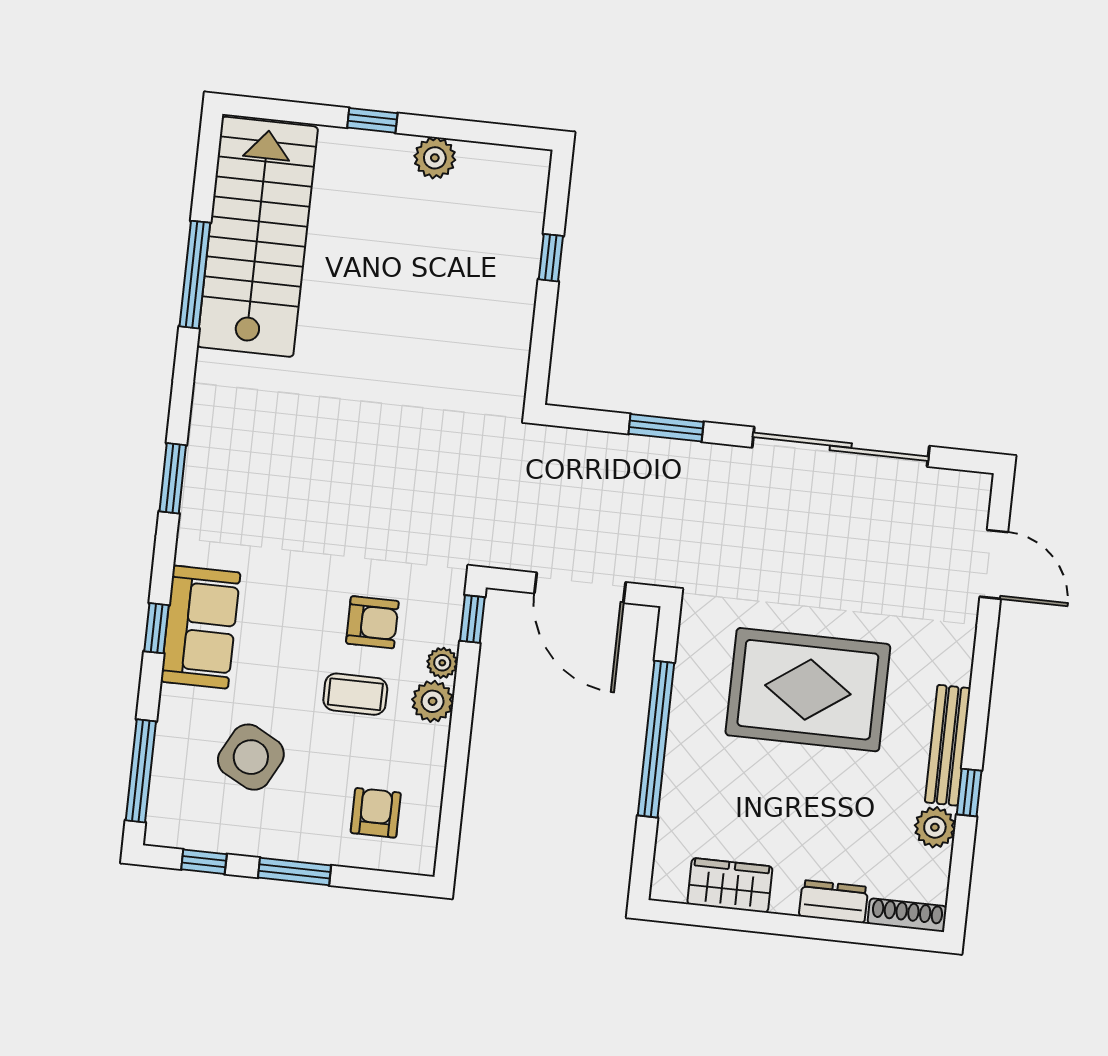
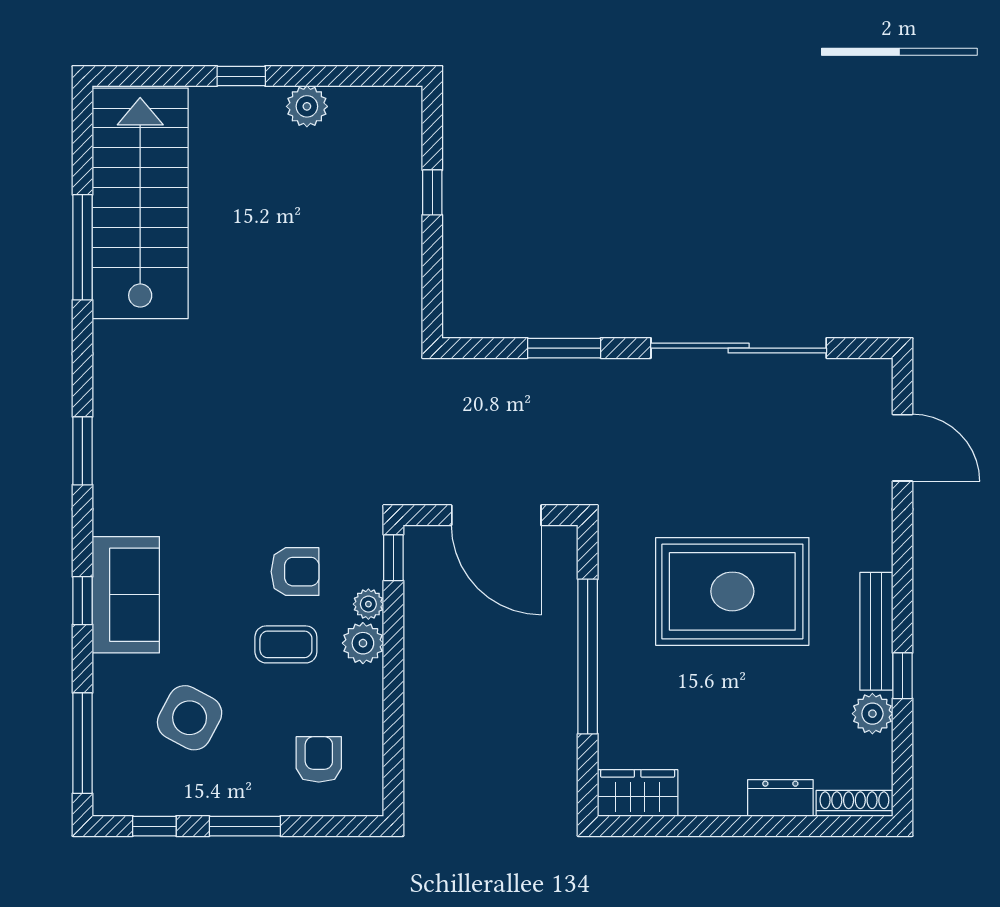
wardrobe: (730, 885) -> (638, 793), moved

